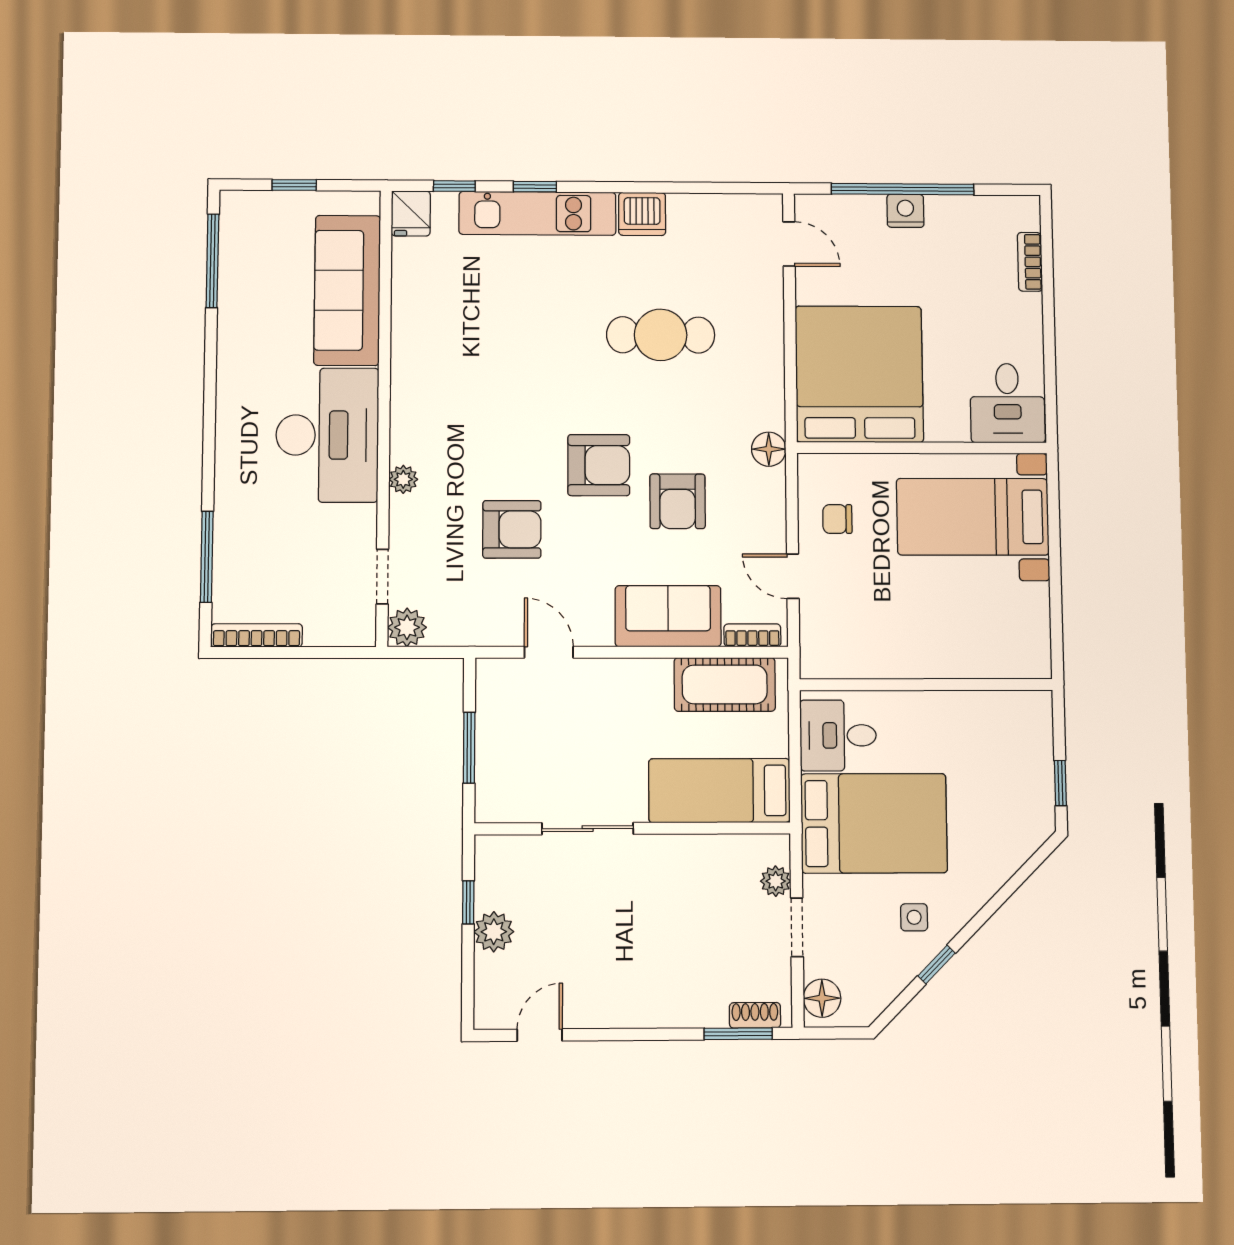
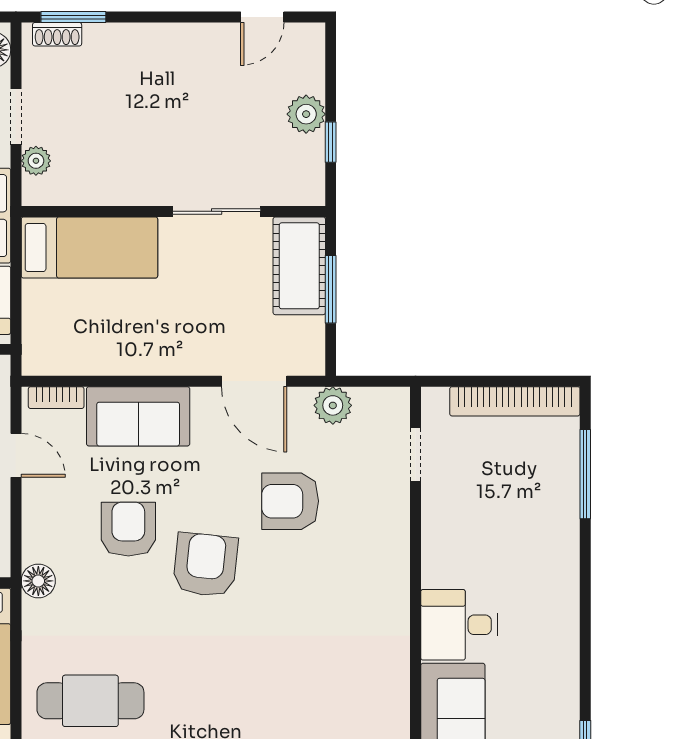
cafe table: (661, 335) -> (90, 701), moved
desk: (327, 435) -> (459, 625), width x0.53, depth x0.77
armchair: (599, 465) -> (205, 565), turned 96
plant: (403, 479) -> (396, 550), removed
plant: (407, 627) -> (333, 405), moved
bookcase: (257, 635) -> (515, 401), width x1.48, depth x1.31
door: (549, 652) -> (254, 381), width x1.38
cot: (725, 684) -> (299, 266), moved, turned 90

